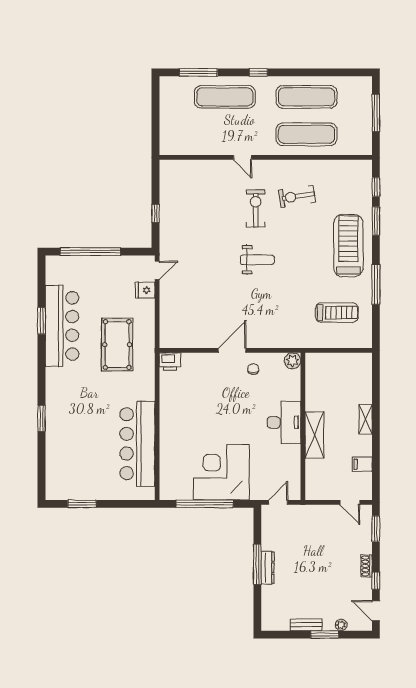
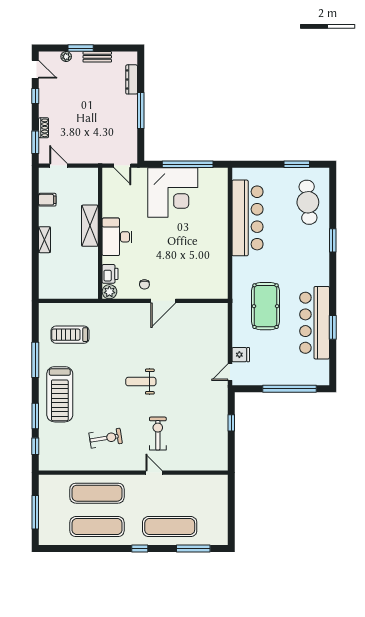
exercise bike: (256, 208) -> (158, 434), moved, turned 180
printer: (170, 362) -> (110, 274), moved, turned 90
cafe table: (69, 461) -> (308, 202), added
door: (278, 502) -> (122, 166), hinge flipped
shoe rack: (367, 566) -> (44, 128), moved
dresser: (268, 568) -> (132, 79), moved

